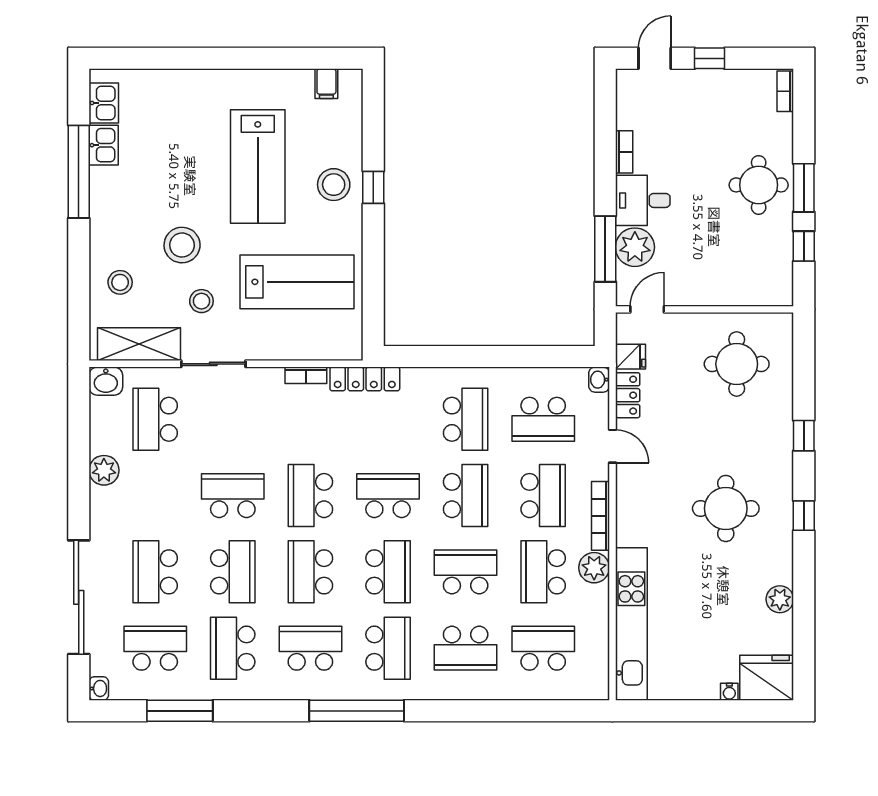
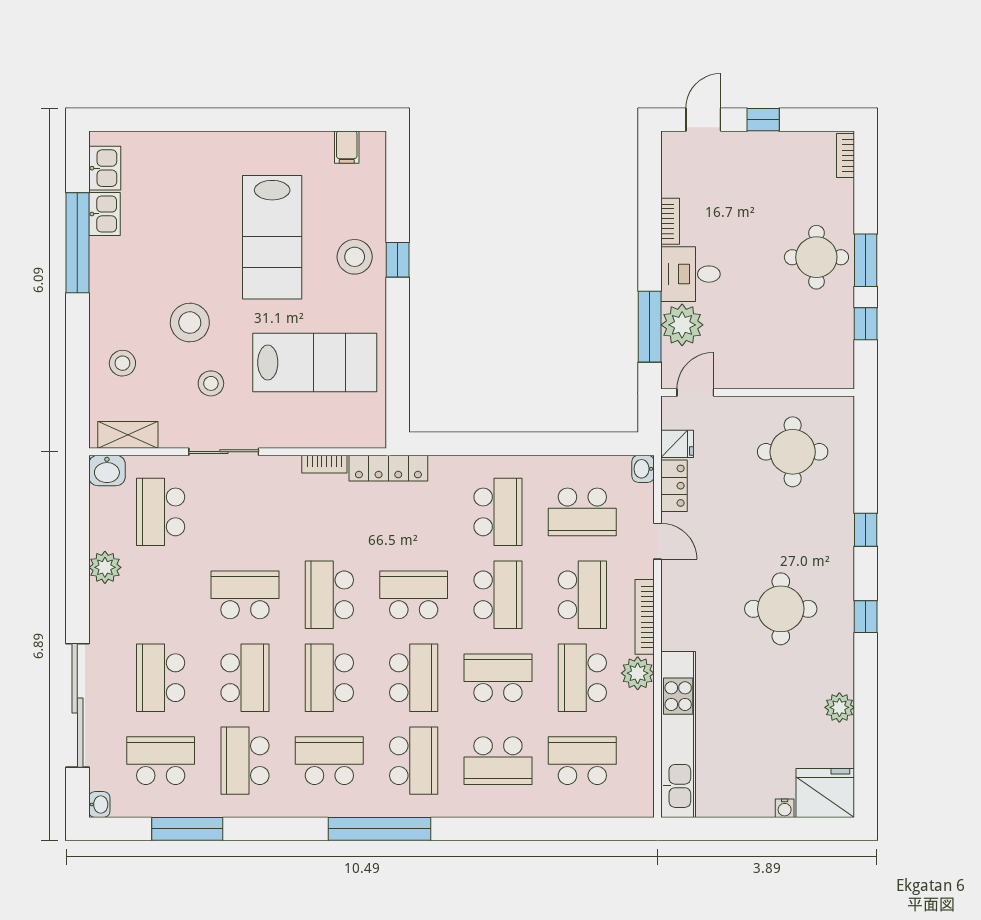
shelving: (139, 344) -> (128, 435), width x0.67, depth x0.75

